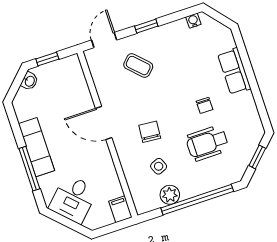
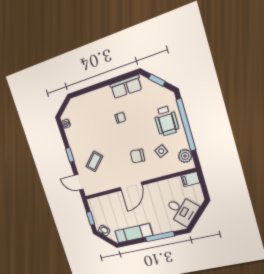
row of seats: (234, 71) -> (126, 87), moved
wheelchair: (207, 143) -> (166, 121), moved
exam couch: (36, 147) -> (134, 233), moved
plant: (170, 195) -> (185, 156), moved

